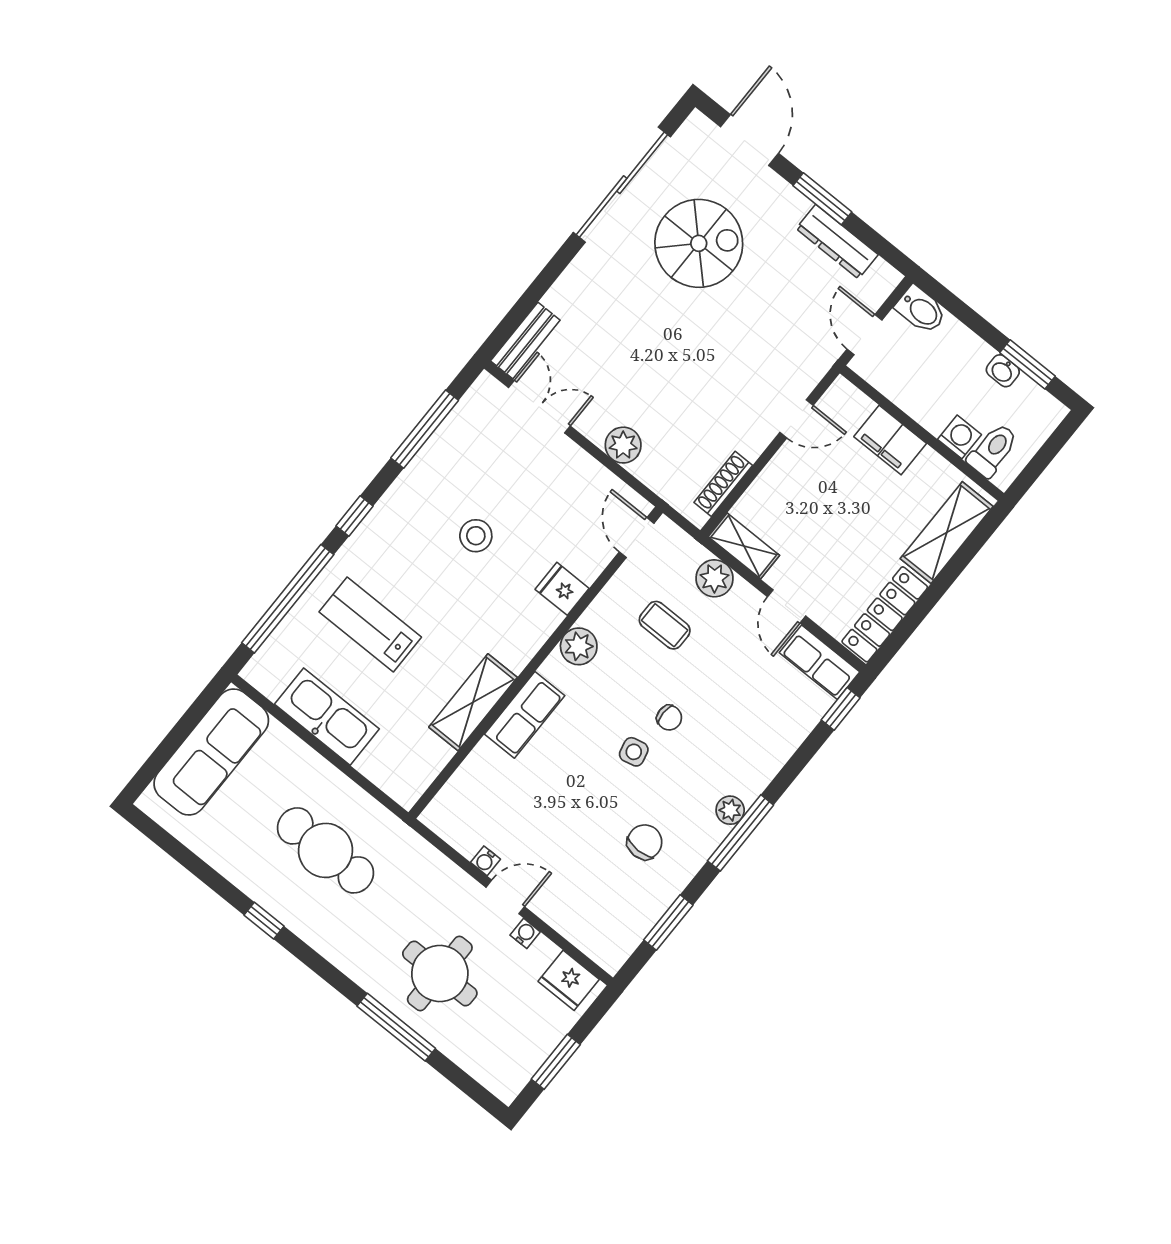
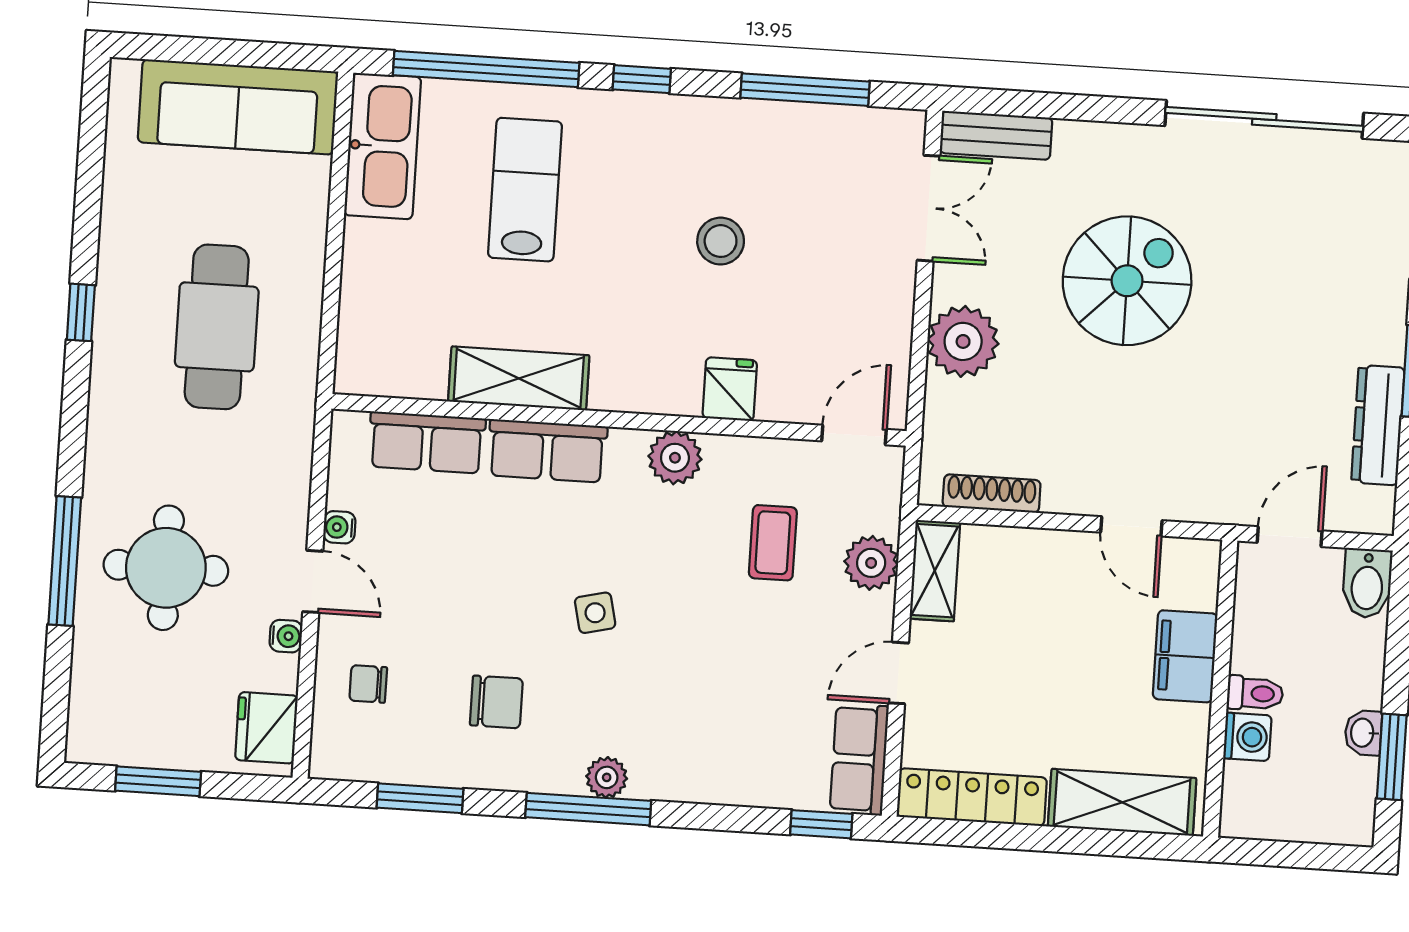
spiral stairs: (699, 243) -> (1127, 281), moved, turned -90
plant: (623, 445) -> (963, 341), width x1.36, depth x1.36
toilet: (993, 450) -> (1255, 693), moved, width x0.73, depth x0.72
kitchen sink: (327, 717) -> (383, 146), moved
chair: (669, 718) -> (368, 684), moved, turned 90
row of seats: (473, 779) -> (427, 442), added

